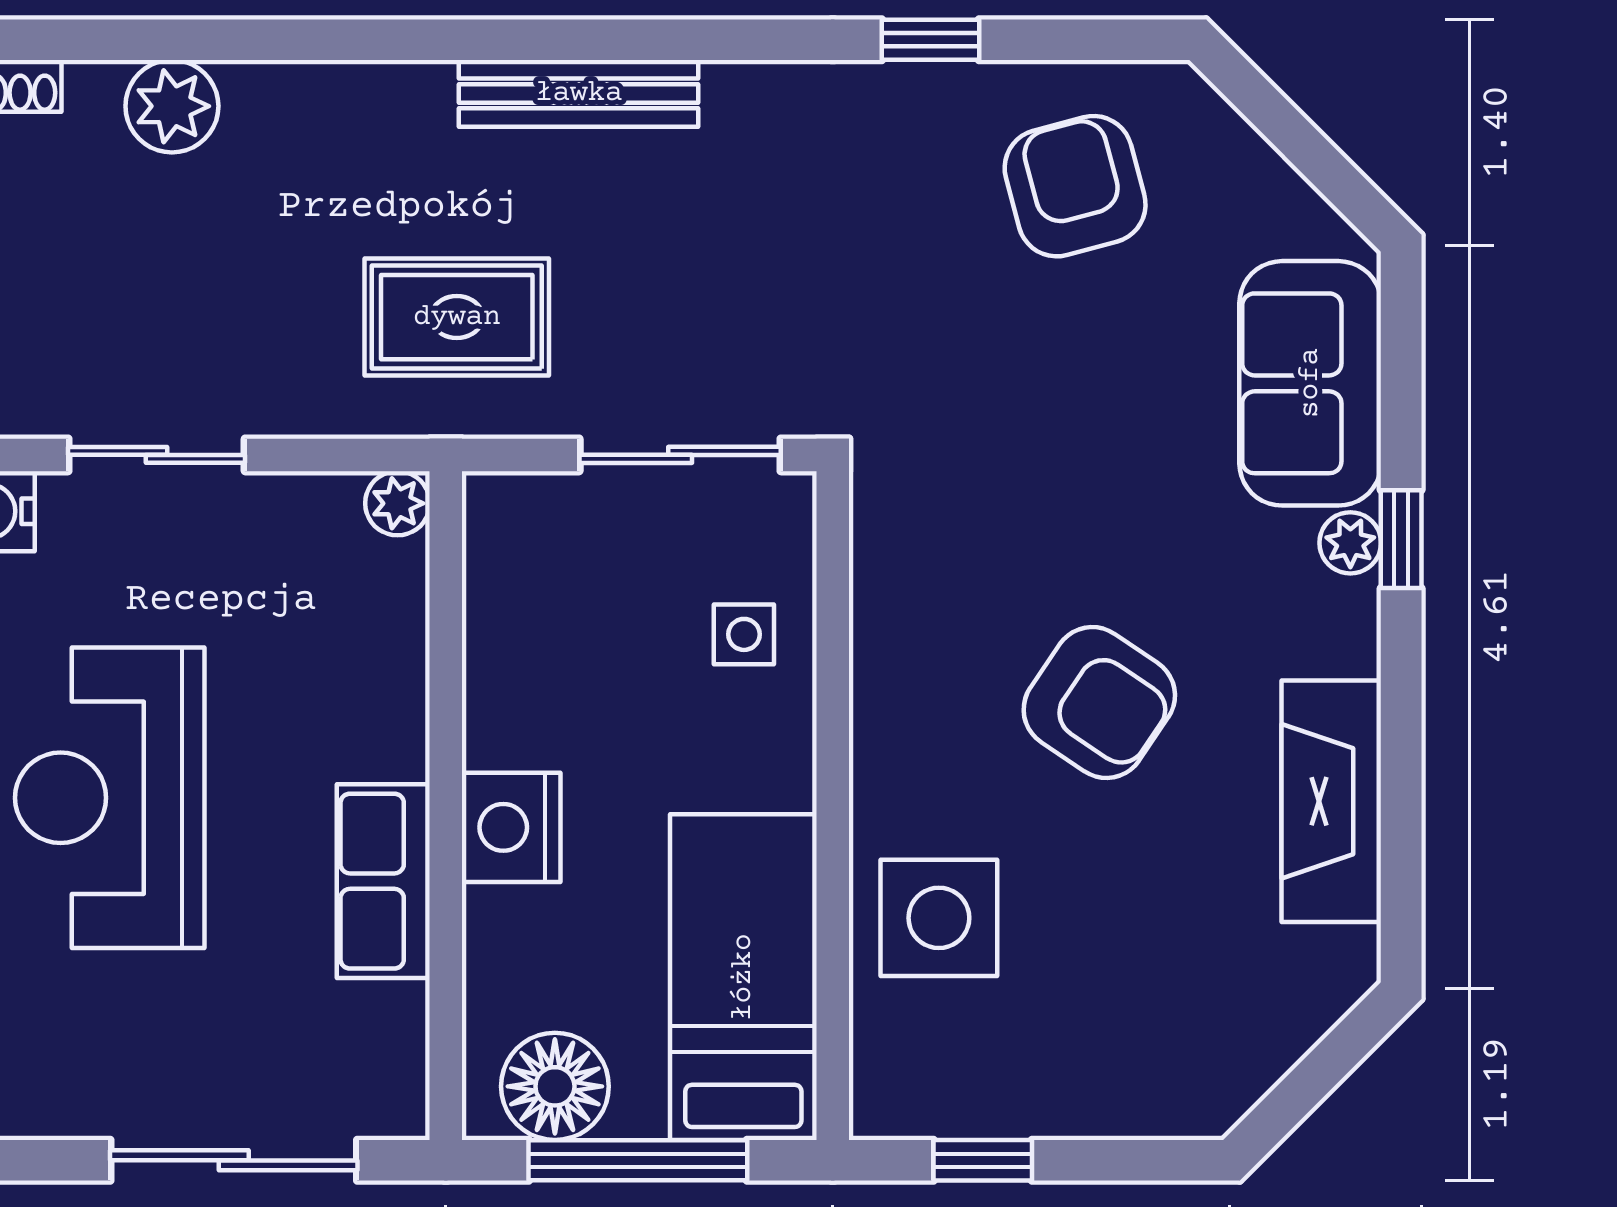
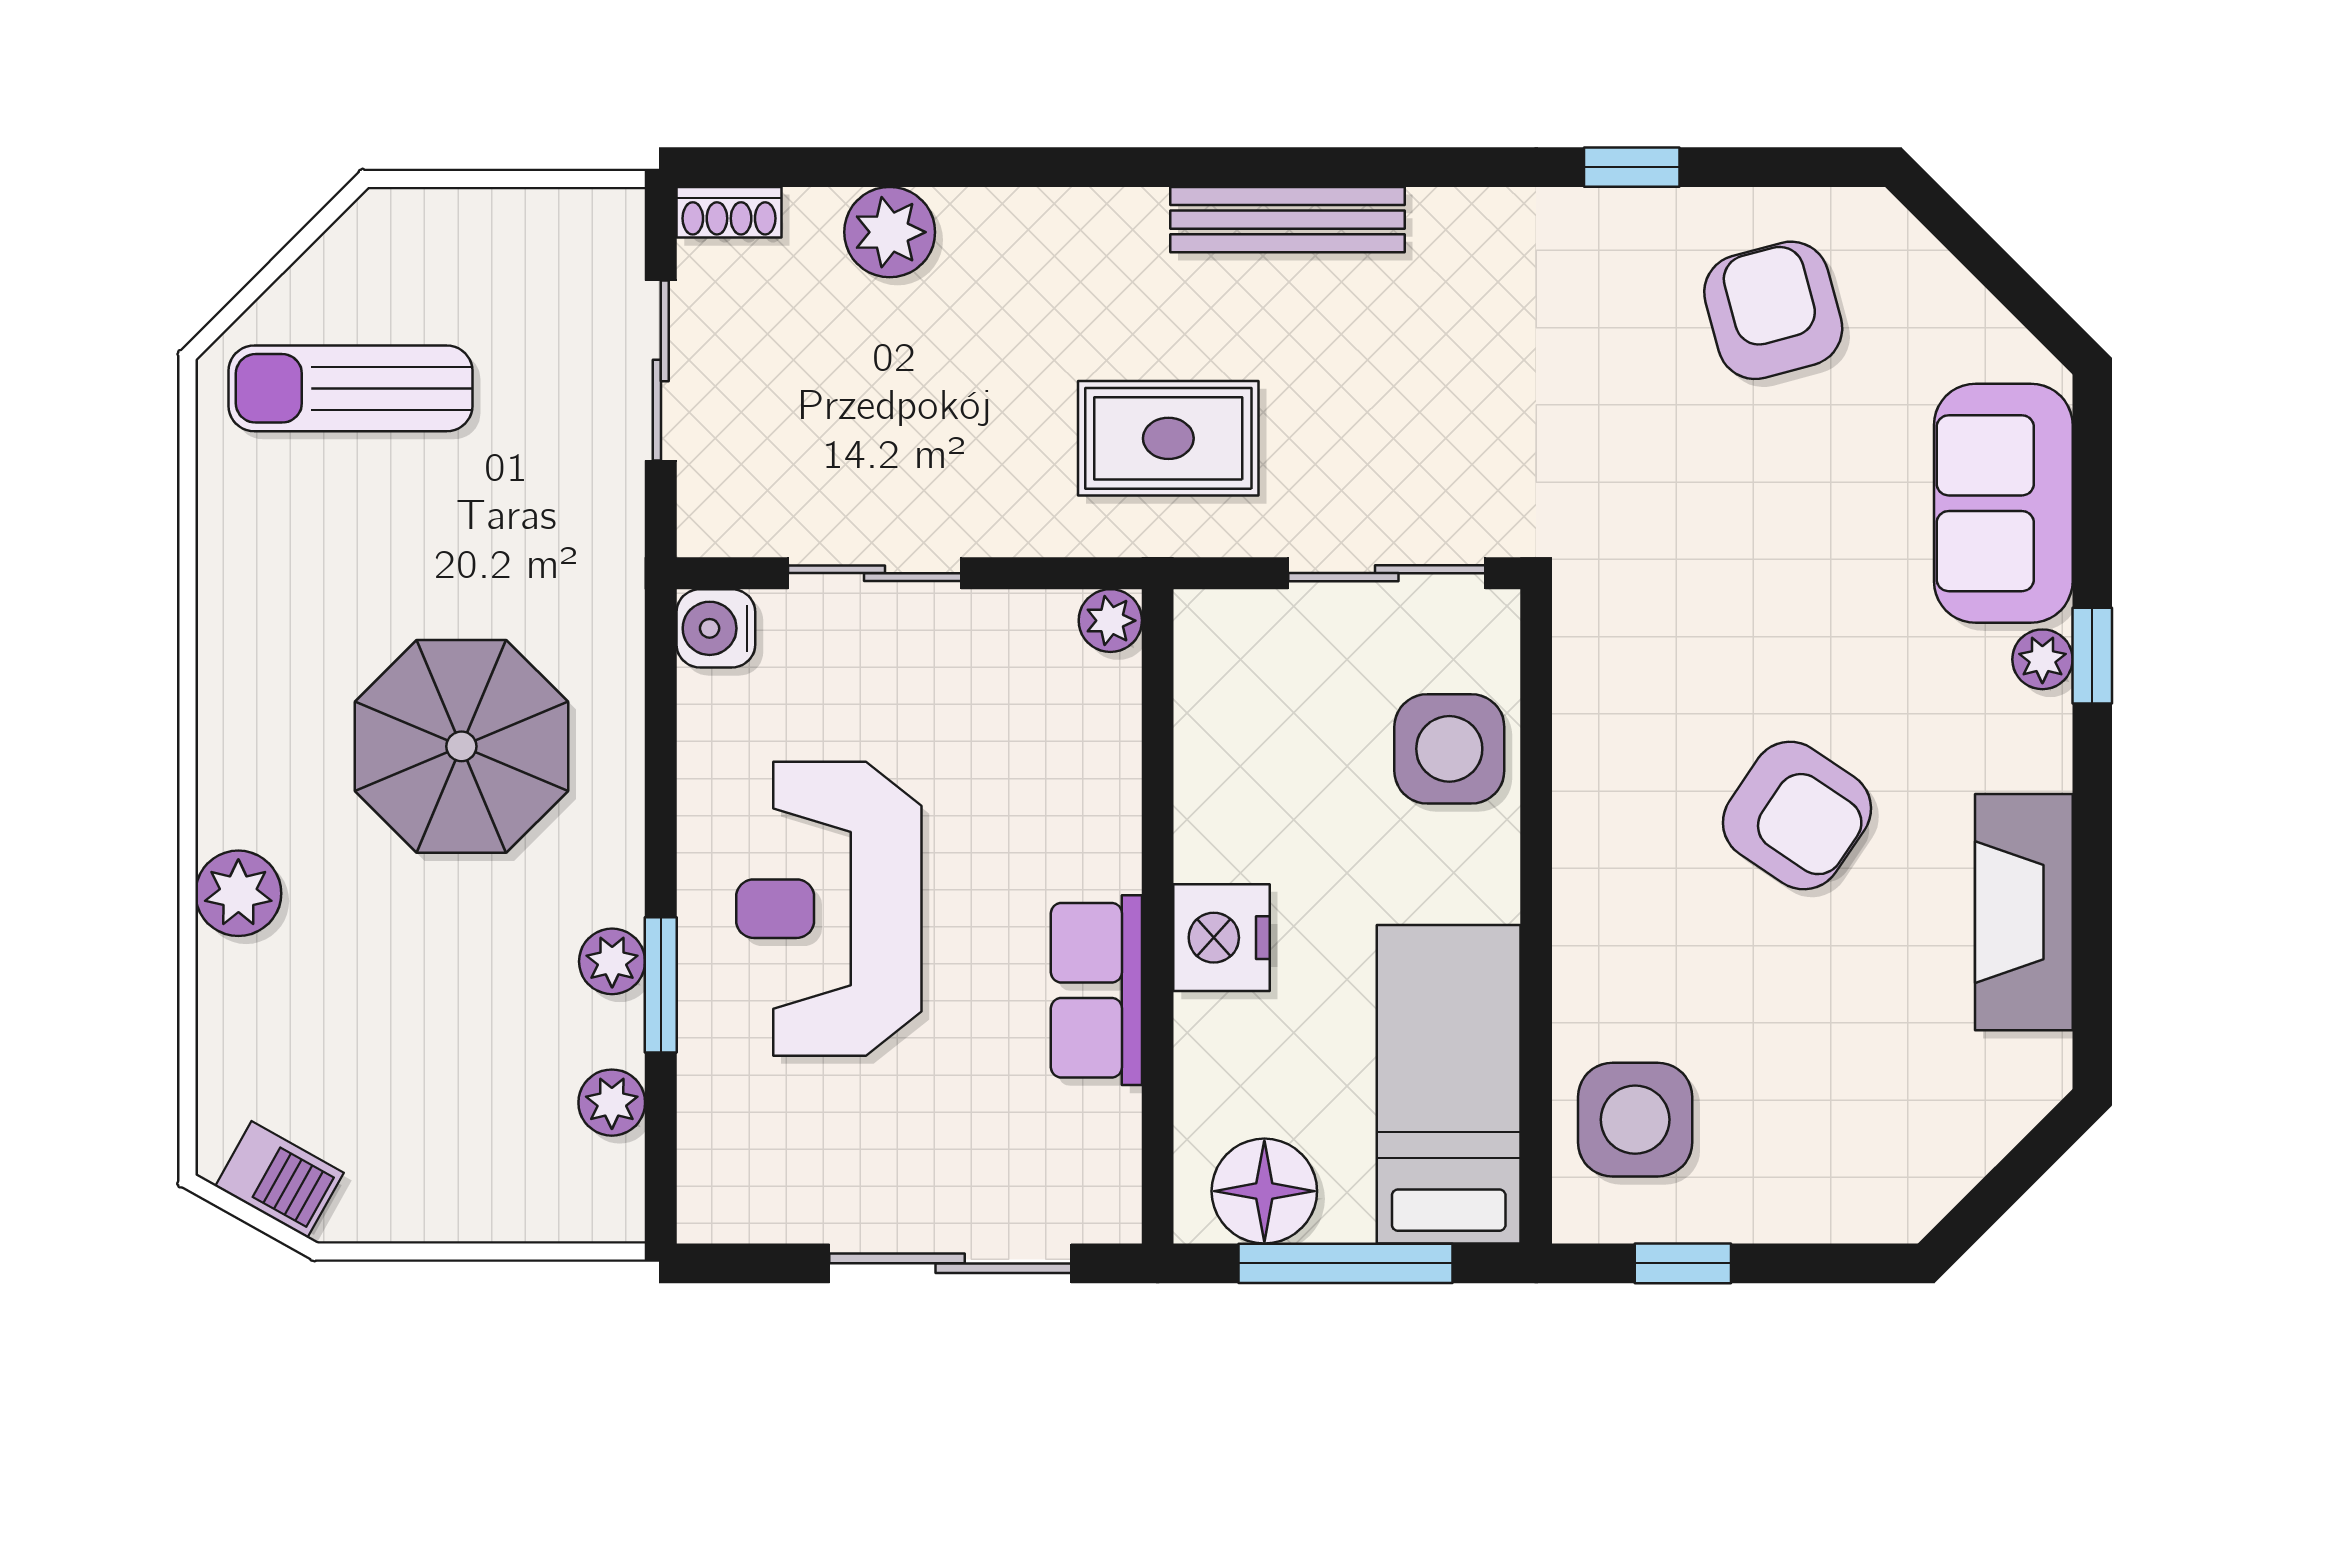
side table: (744, 634) -> (1449, 749), width x1.87, depth x1.87
side table: (939, 918) -> (1635, 1120), moved

